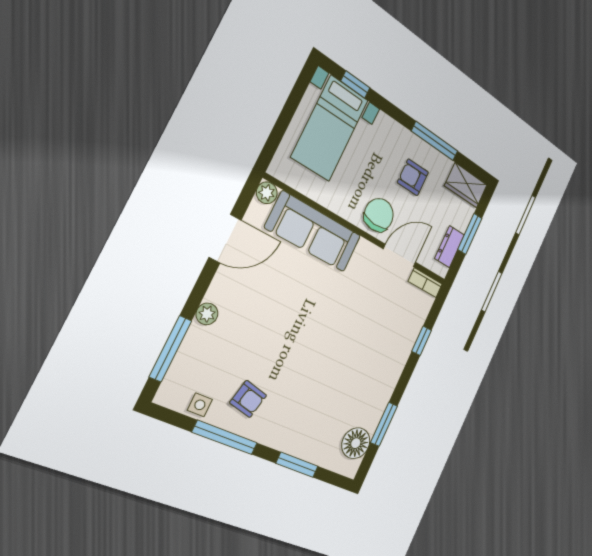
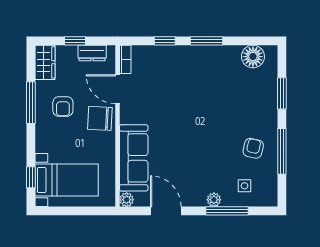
window: (470, 234) -> (75, 41), width x0.67
window: (170, 349) -> (227, 211), moved
side table: (200, 405) -> (245, 186), moved
window: (384, 424) -> (206, 41), moved

